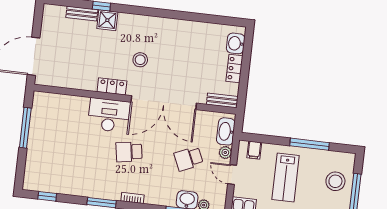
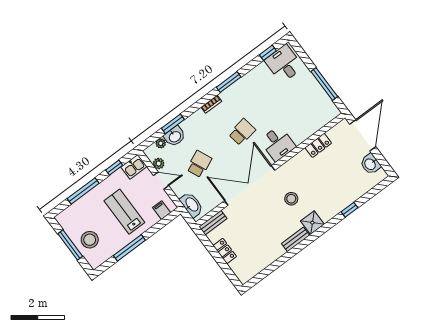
bench: (82, 14) -> (296, 239), moved
shower: (107, 20) -> (312, 223), moved
washbasin: (236, 43) -> (370, 164), moved, turned 180
locker: (112, 86) -> (318, 145), moved
desk: (109, 115) -> (278, 143), width x0.73
plant: (225, 153) -> (159, 164), moved
desk: (43, 175) -> (284, 64), added

